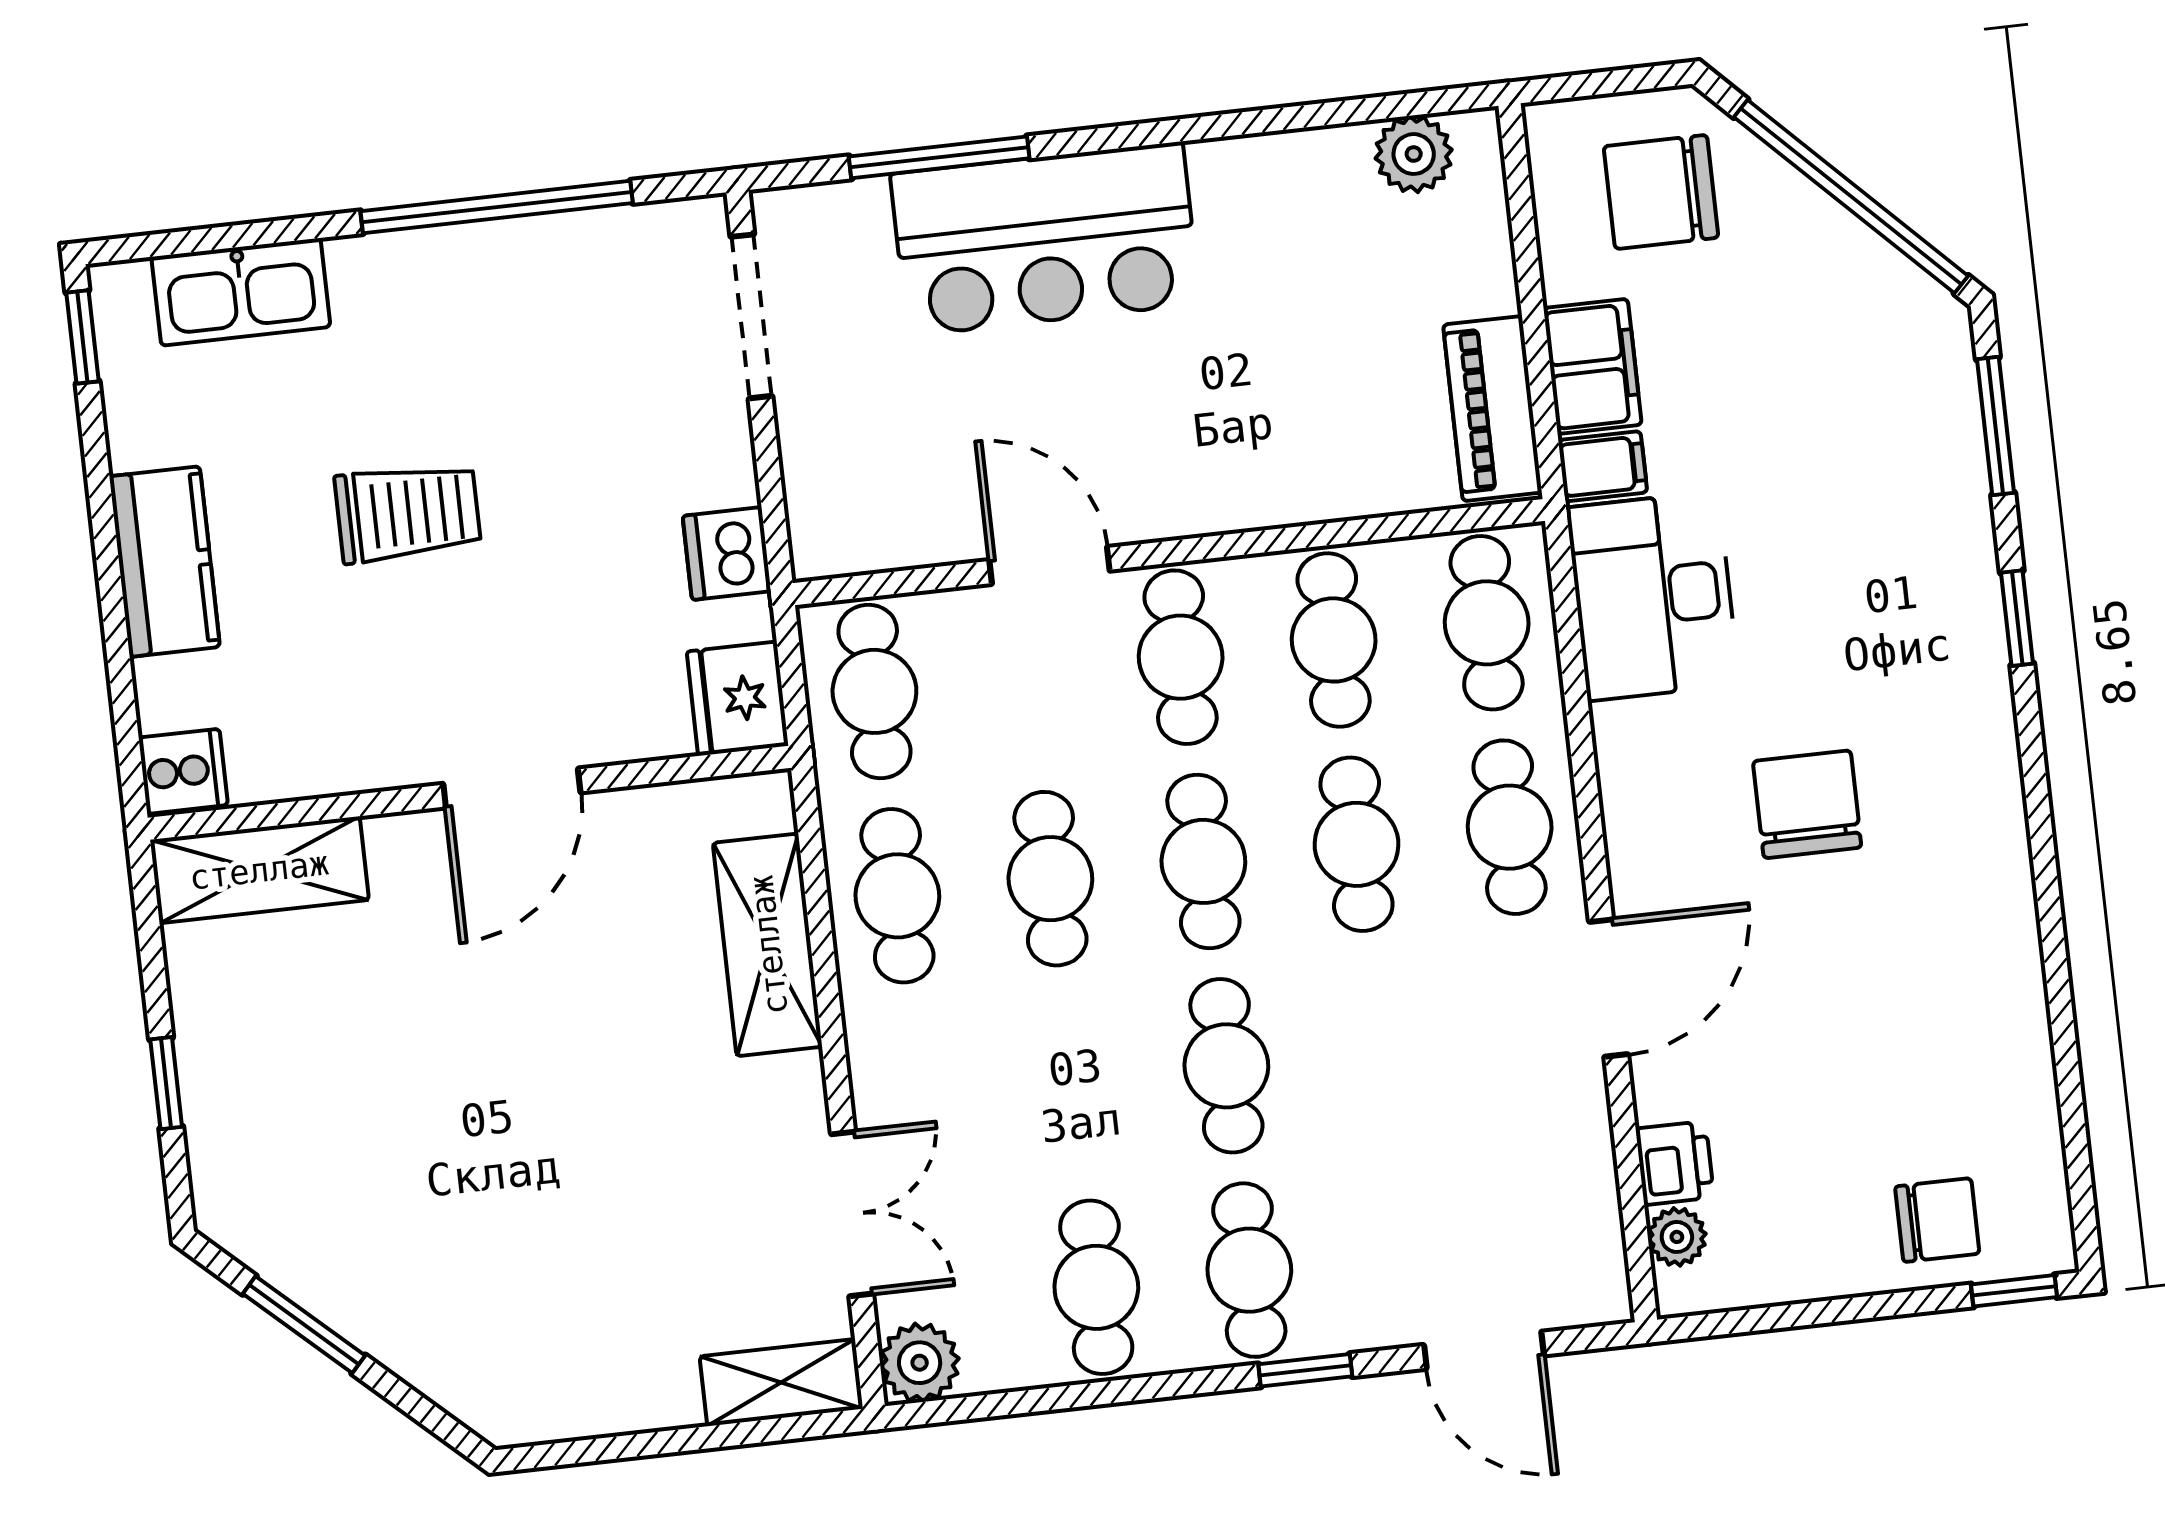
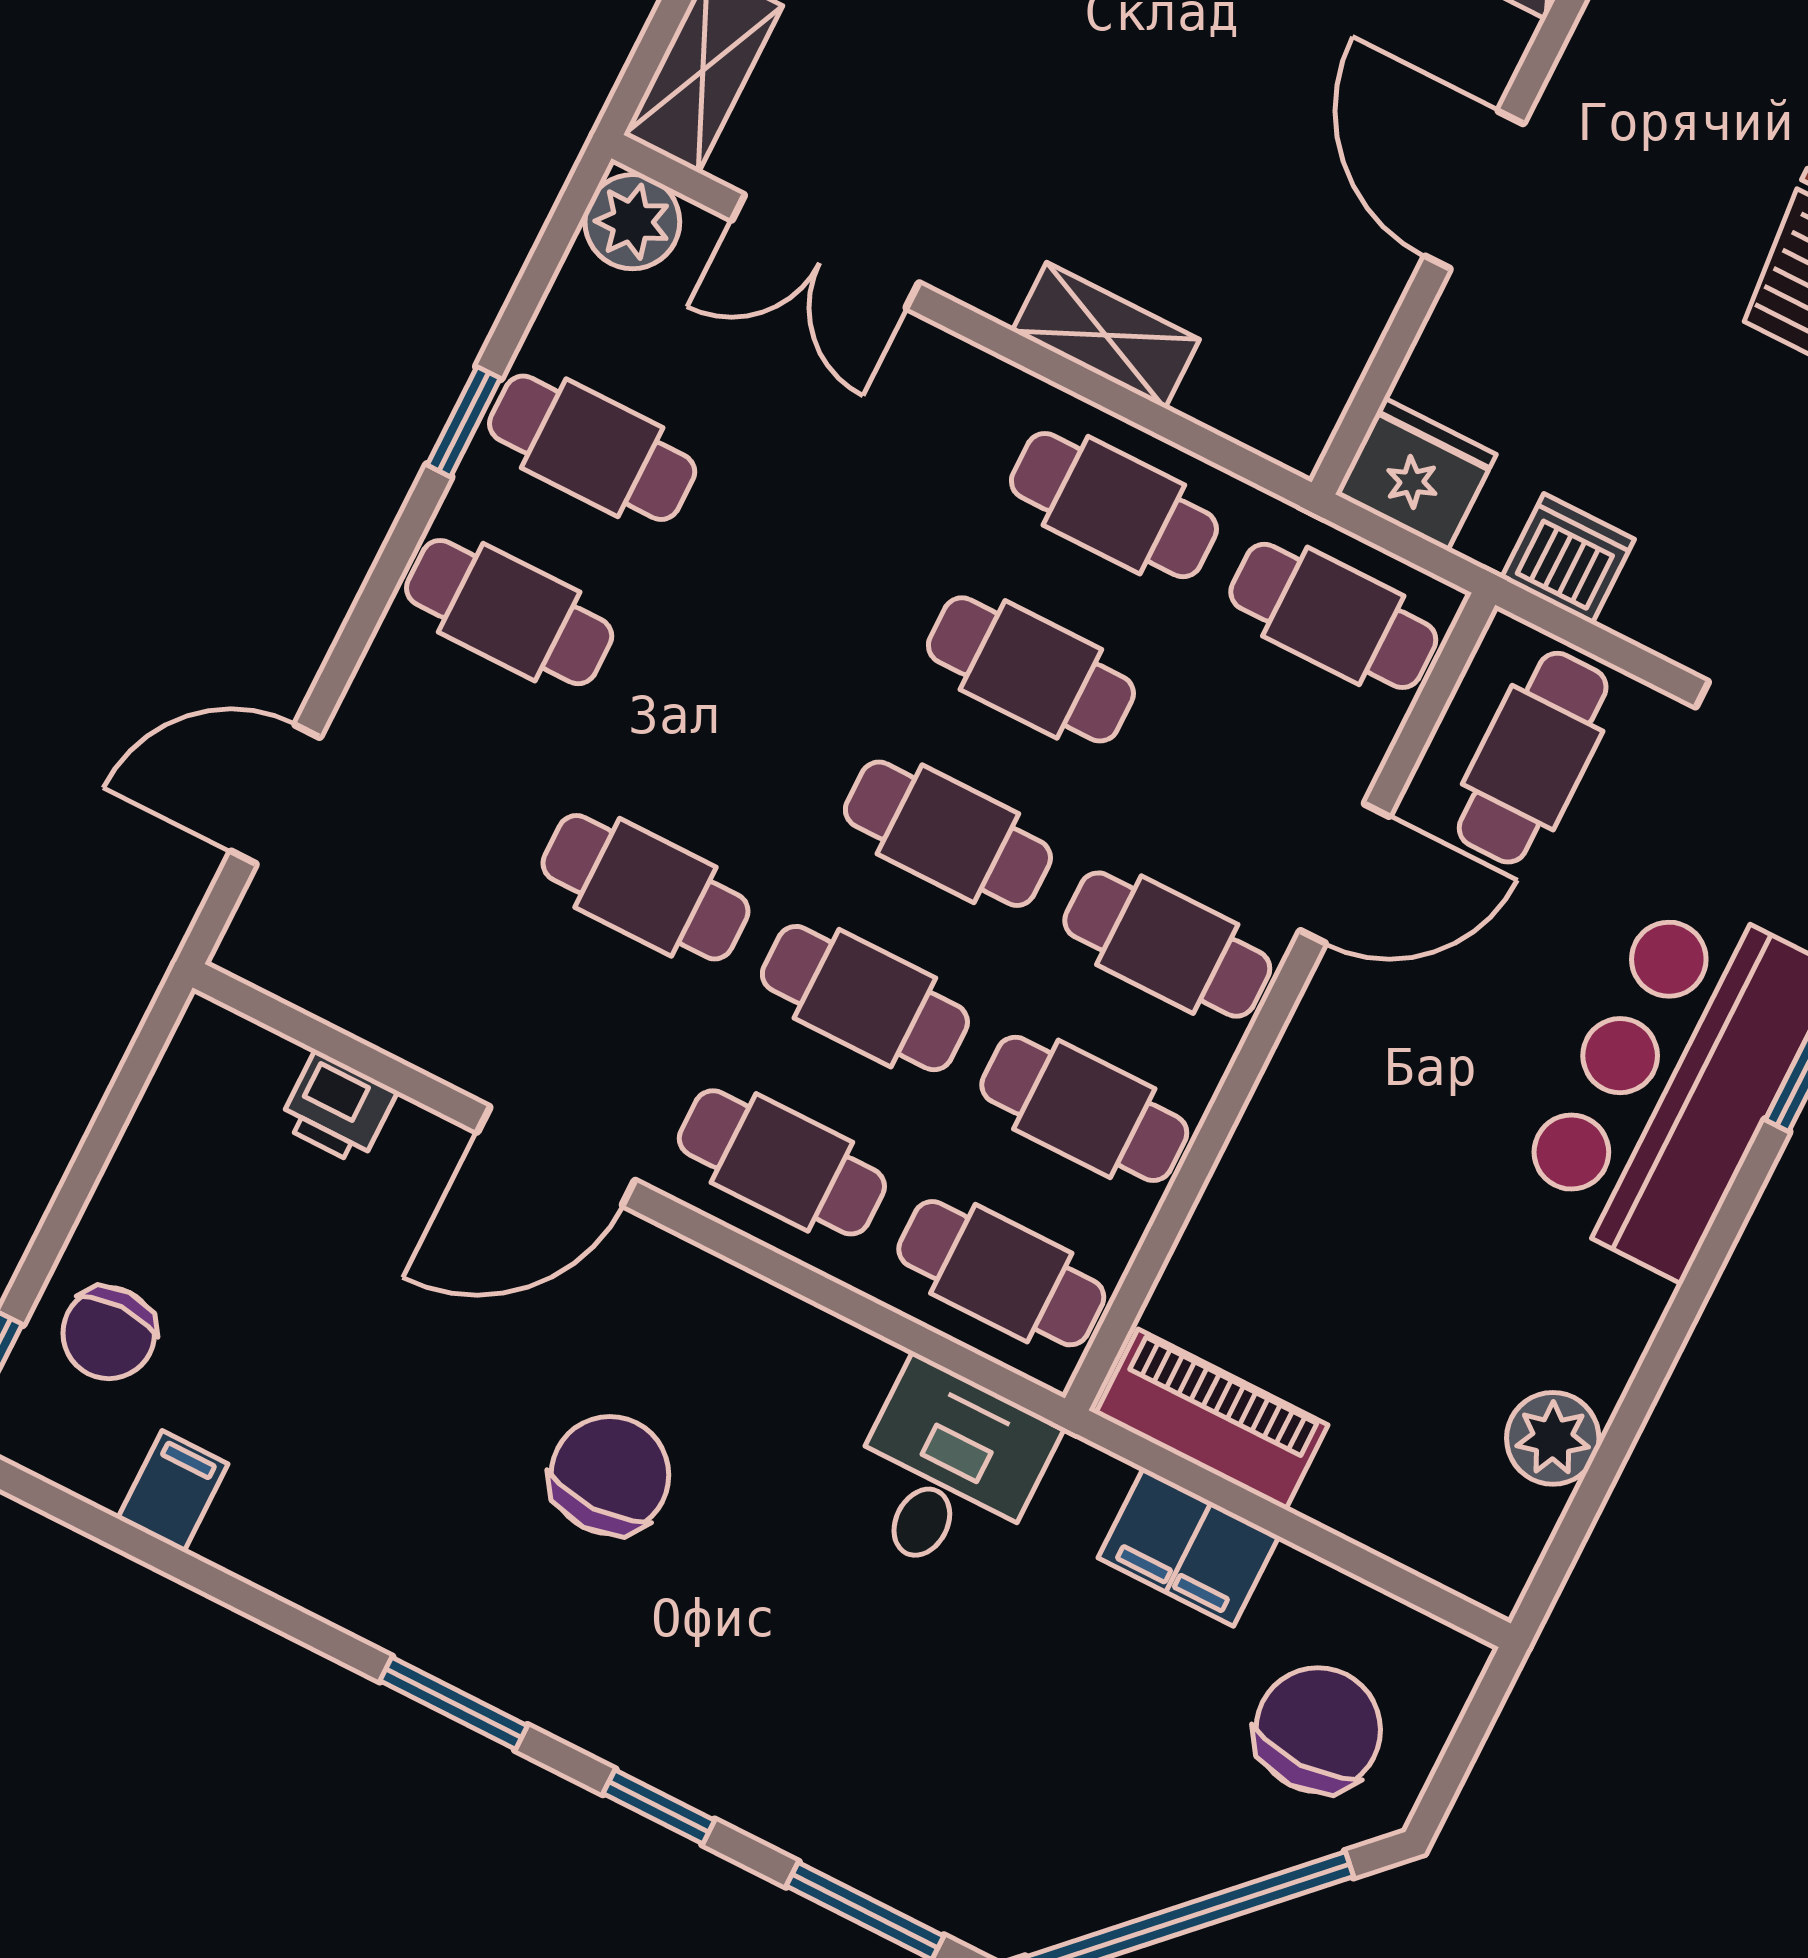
plant: (1414, 154) -> (1553, 1438), moved
filing cabinet: (1603, 466) -> (173, 1491), moved, turned 180
cafe table: (882, 487) -> (1533, 758), added
desk: (1653, 596) -> (948, 1471), width x0.73
chair: (1807, 804) -> (610, 1475), turned -90
window: (2038, 809) -> (454, 1703), added
shelving: (768, 945) -> (1106, 335), width x0.67, depth x0.75
door: (1609, 988) -> (556, 1156), hinge flipped
cafe table: (1226, 1066) -> (646, 887), moved
plant: (1677, 1237) -> (262, 1062), removed
window: (1305, 1370) -> (464, 422), moved

